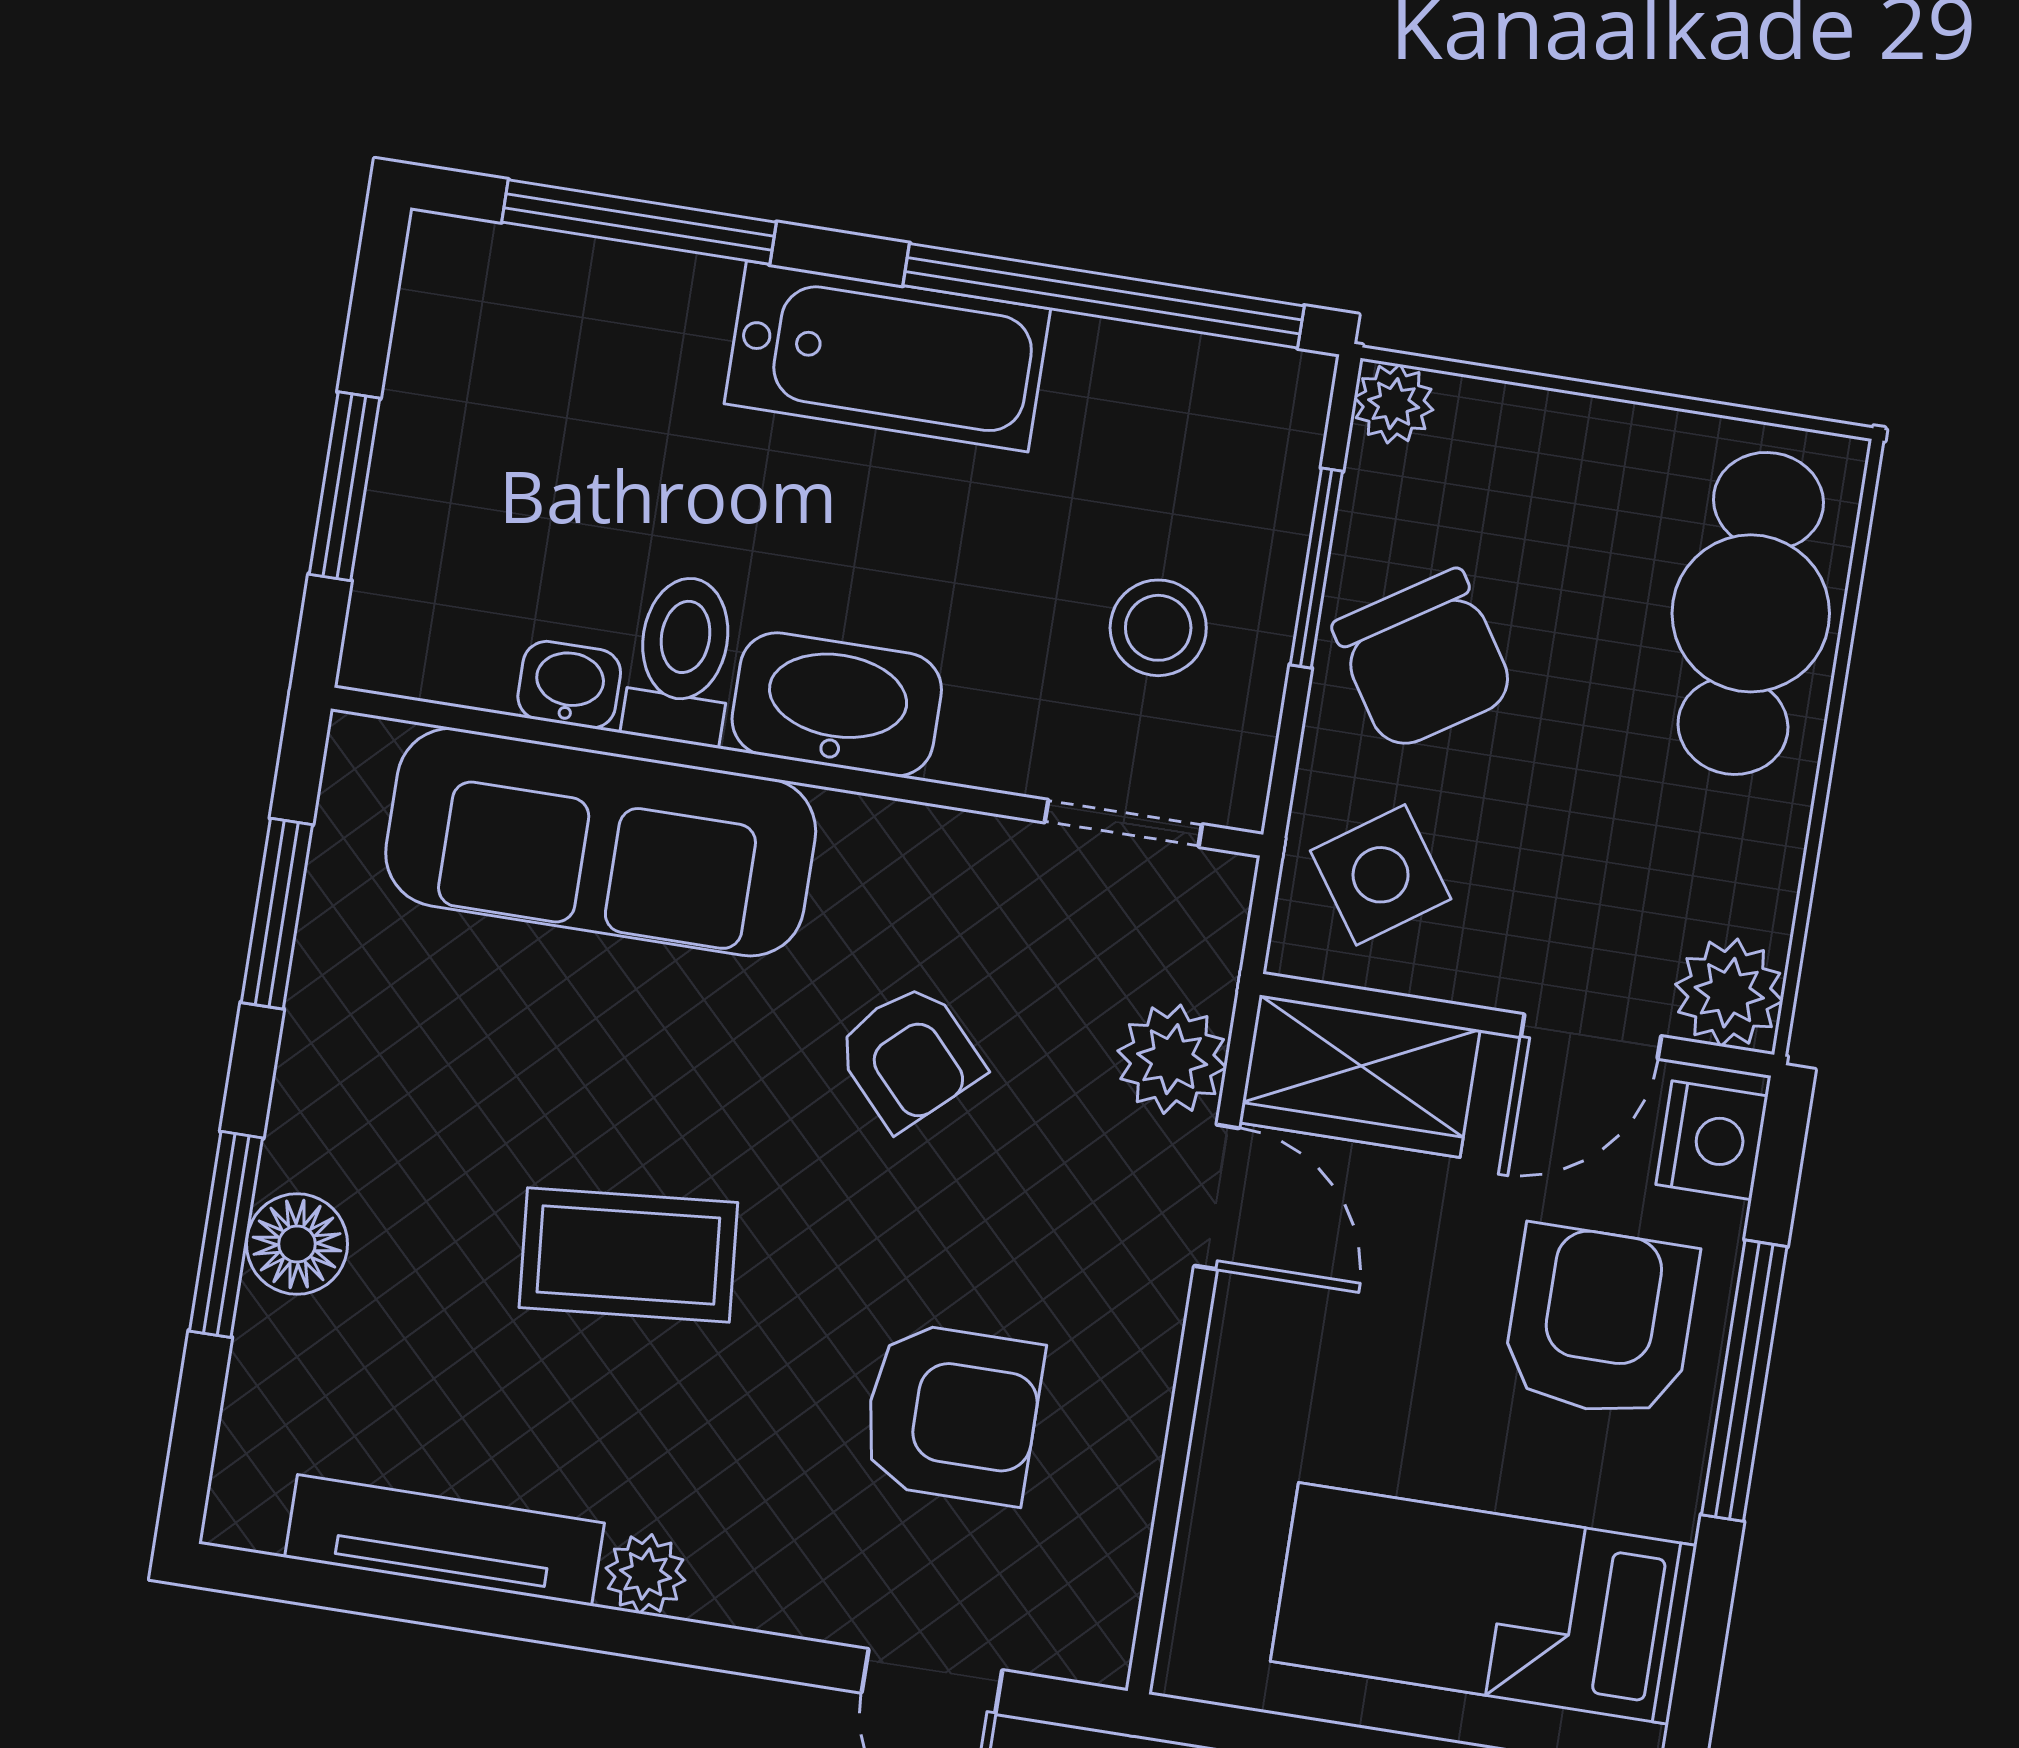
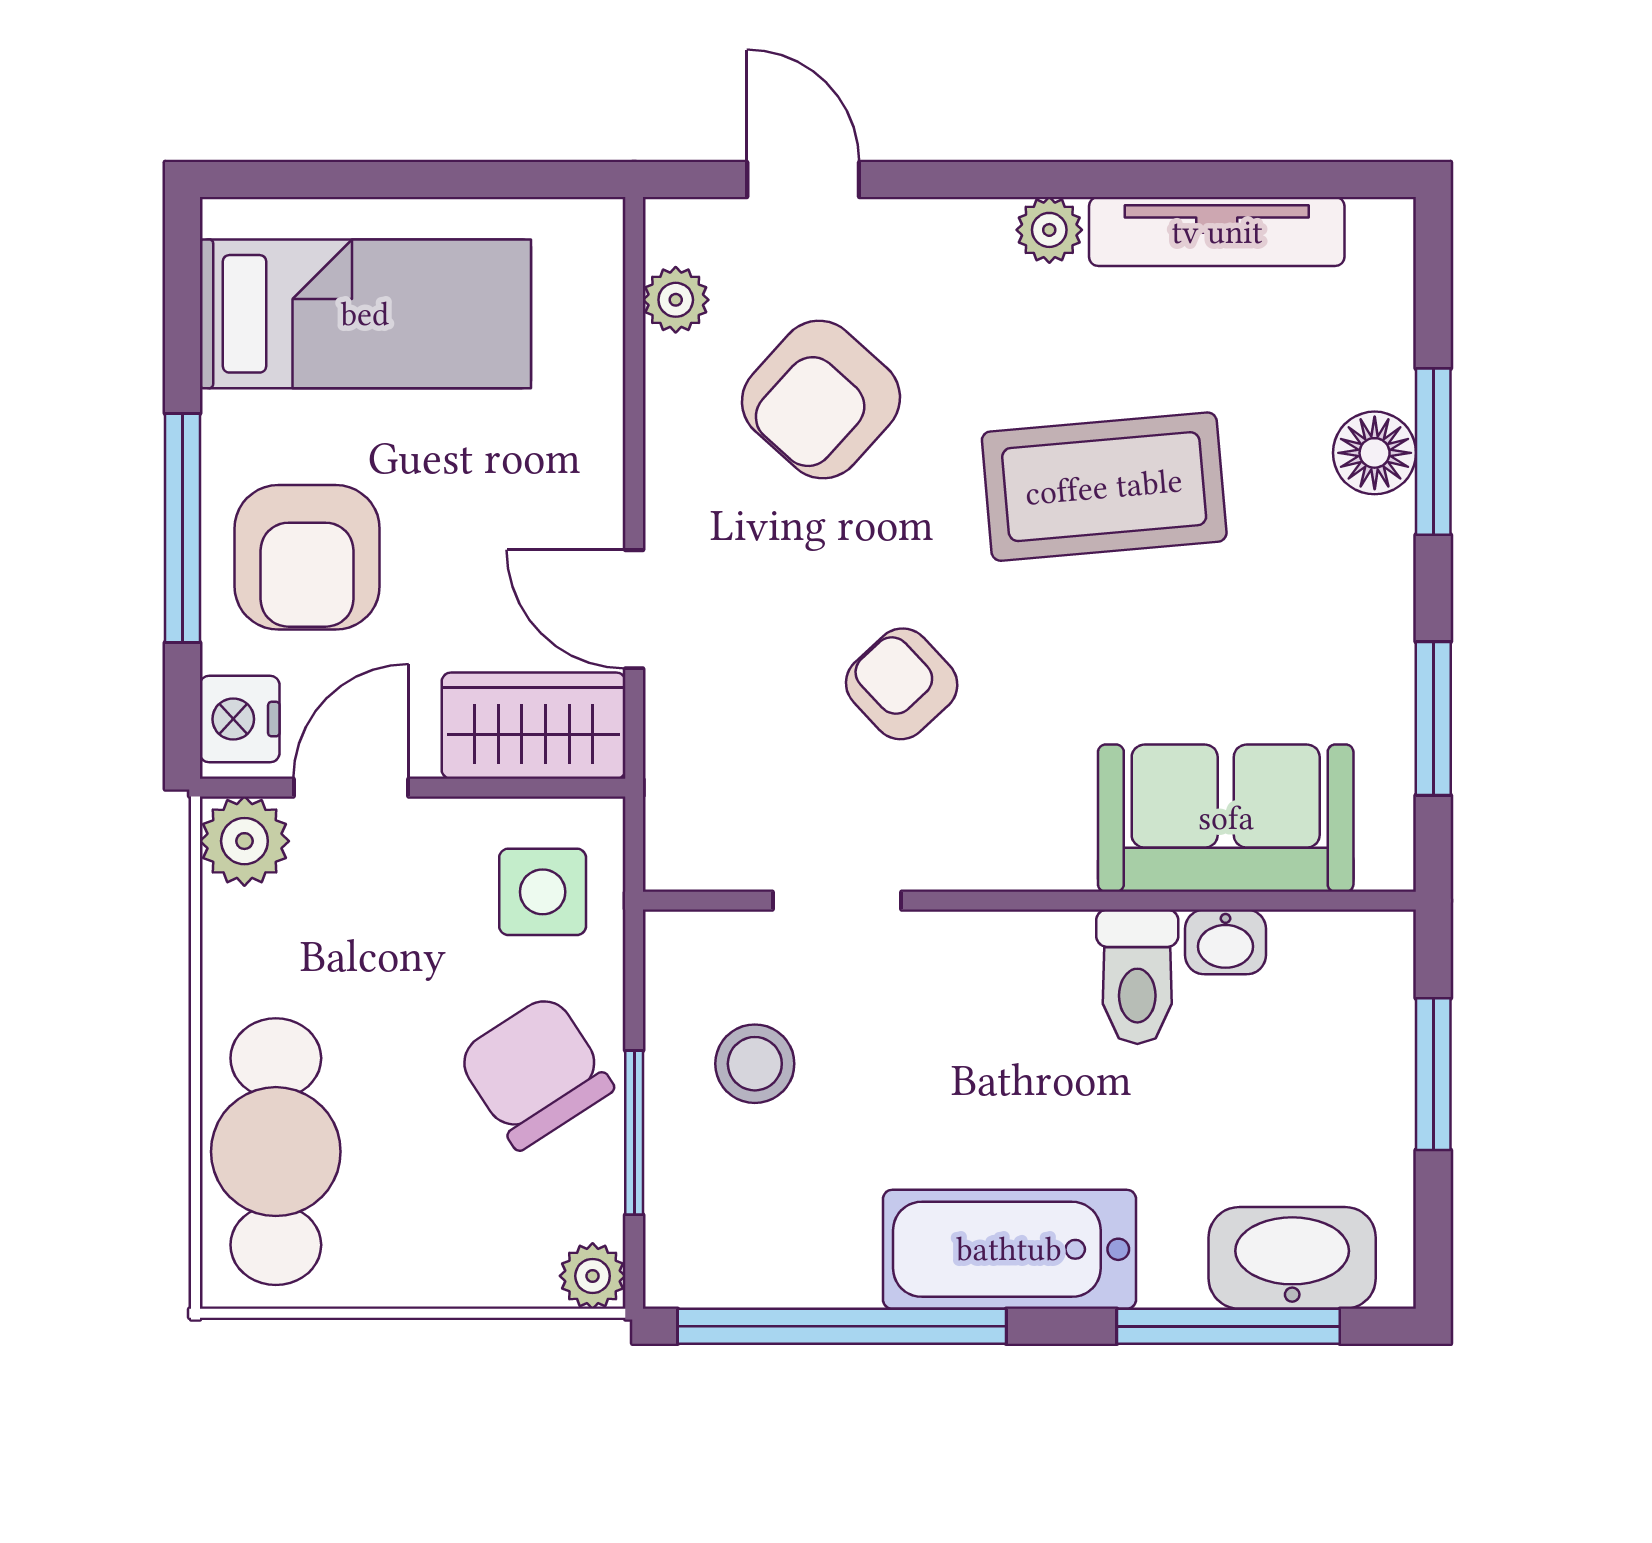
washbasin: (837, 704) -> (1292, 1258), moved, turned 180
doorway: (1123, 823) -> (837, 901), moved
sofa: (601, 842) -> (1226, 818), width x0.73
side table: (1381, 875) -> (543, 892), turned 35
plant: (1172, 1059) -> (676, 300), moved, width x0.73, depth x0.73
coffee table: (628, 1255) -> (1104, 487), width x1.36, depth x1.32
armchair: (952, 1414) -> (821, 399), turned -48

